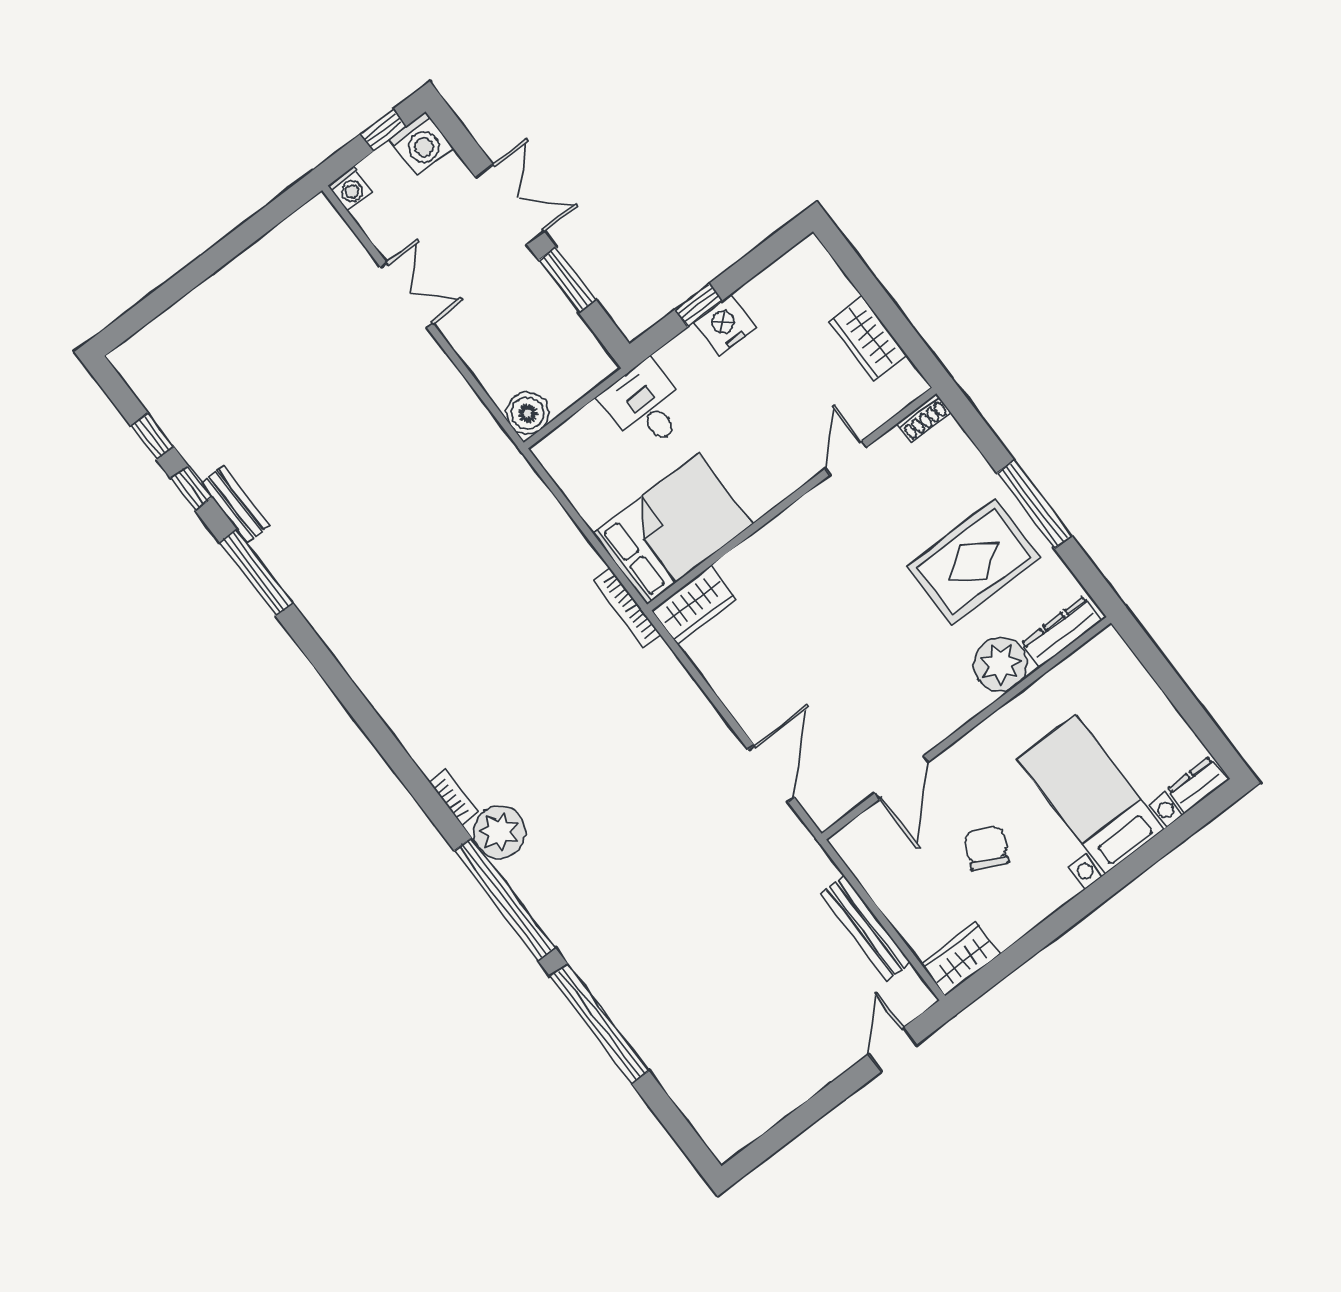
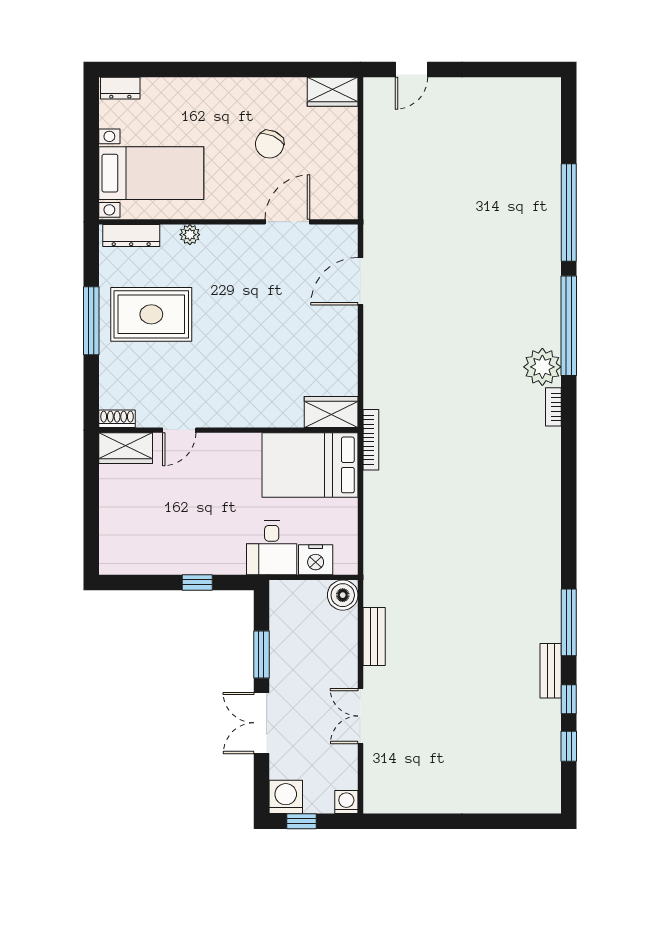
nightstand: (725, 325) -> (316, 560), moved
wardrobe: (868, 338) -> (126, 448), moved, turned 90
plant: (1000, 664) -> (190, 235), width x0.53, depth x0.53
bed with nightstands: (1090, 794) -> (151, 173), moved, turned -90
bench: (865, 928) -> (374, 637), moved, width x0.73

